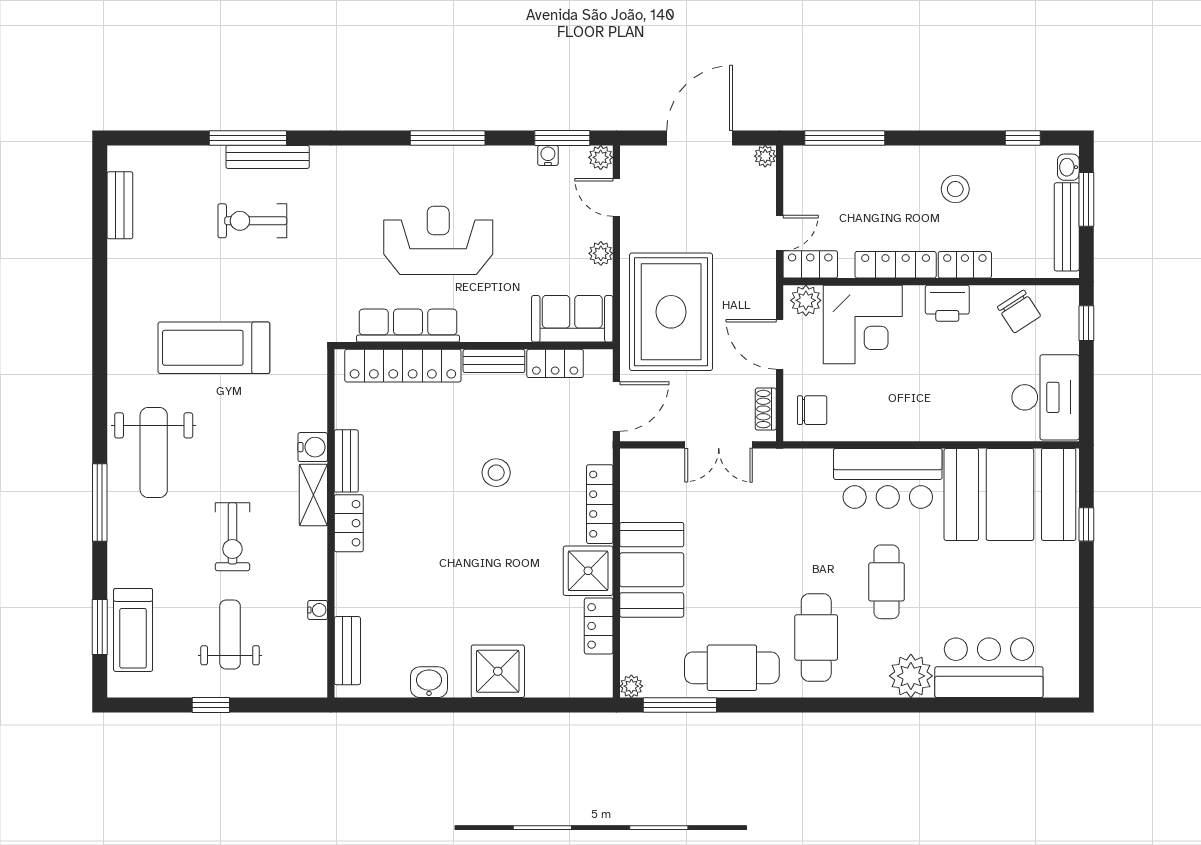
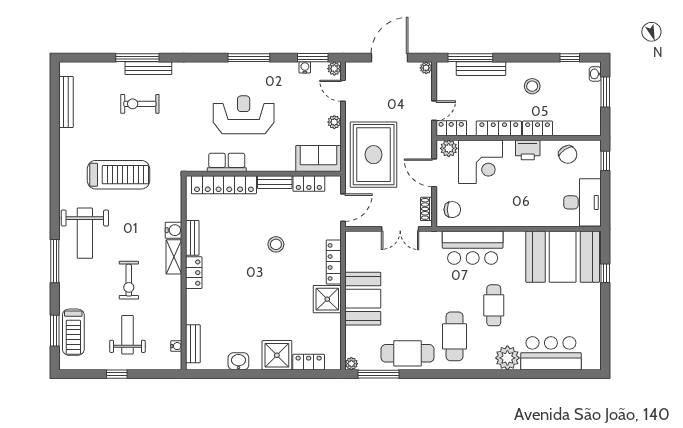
bench: (120, 205) -> (66, 102), width x1.36
bench: (1067, 227) -> (481, 69), moved, turned 90
row of seats: (408, 326) -> (227, 162), width x0.68
treadmill: (214, 348) -> (118, 175), turned 180
bar counter: (888, 478) -> (473, 248), moved
water cooler: (318, 610) -> (176, 346), moved
locker: (599, 626) -> (309, 362), moved, turned 90

